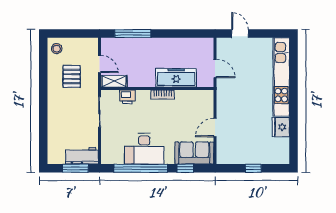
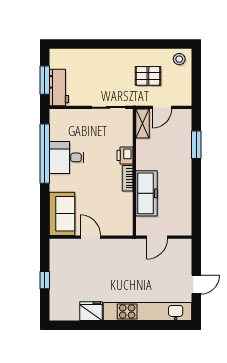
window: (133, 34) -> (196, 145), width x0.69
door: (240, 34) -> (196, 285), moved
printer: (127, 97) -> (125, 155), moved
desk: (144, 149) -> (67, 157), width x0.73
window: (185, 168) -> (45, 204), removed

